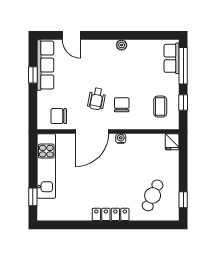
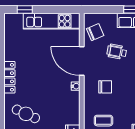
wheelchair: (97, 99) -> (117, 52), moved
chair: (59, 116) -> (95, 32), turned 67

